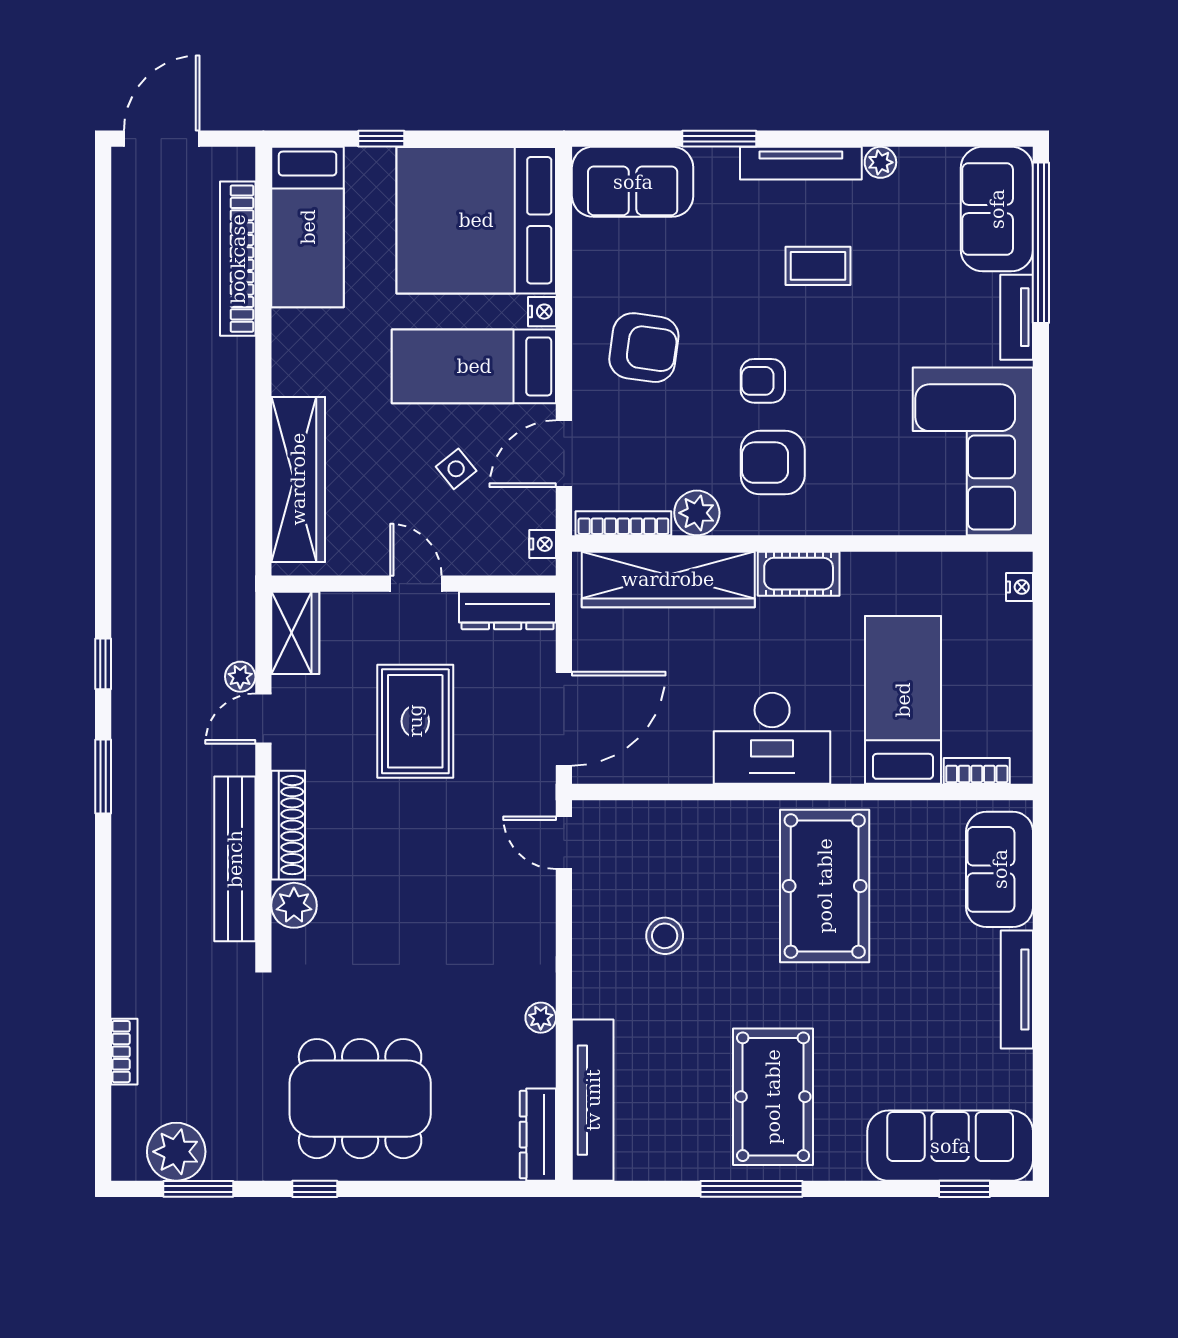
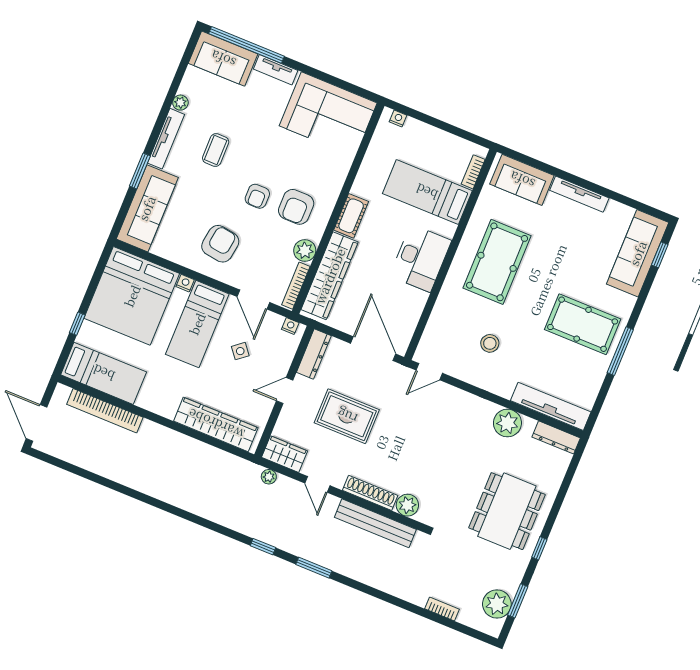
sofa: (633, 182) -> (147, 208), width x1.36
plant: (240, 677) -> (269, 477), moved
pool table: (825, 886) -> (497, 262), turned 90
plant: (541, 1018) -> (507, 423), width x1.88, depth x1.88

